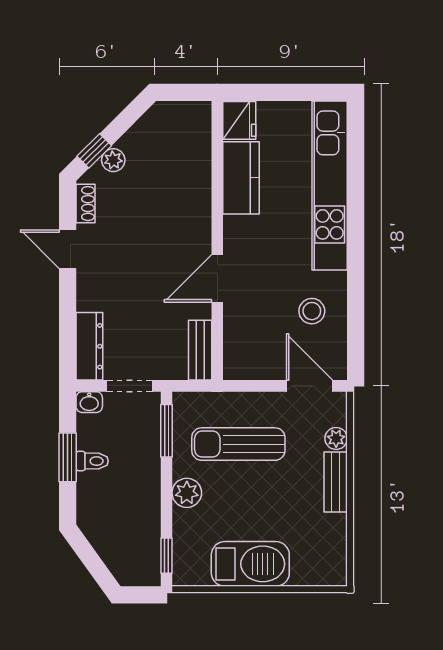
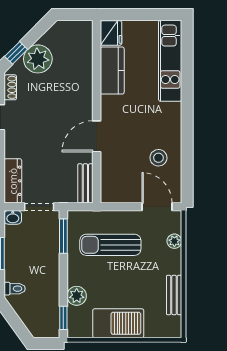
plant: (113, 160) -> (38, 59), width x1.87, depth x1.87
kitchen unit: (330, 185) -> (170, 61), width x0.73
toilet: (92, 461) -> (15, 289), moved
bench: (336, 482) -> (174, 295), moved
plant: (187, 493) -> (77, 296), moved

